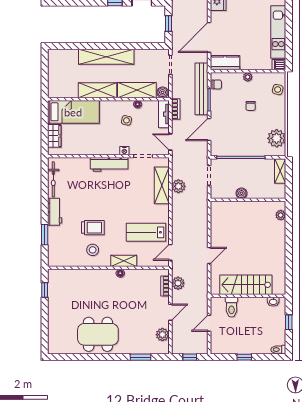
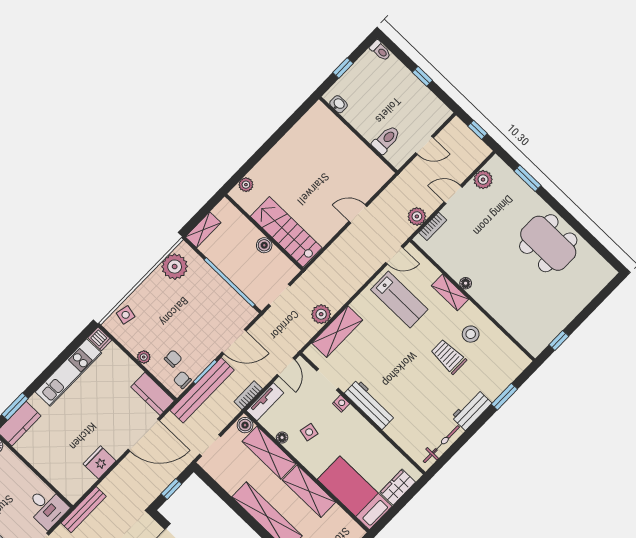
chair: (251, 106) -> (173, 359), moved
stairs: (246, 285) -> (286, 232), moved, turned 180

